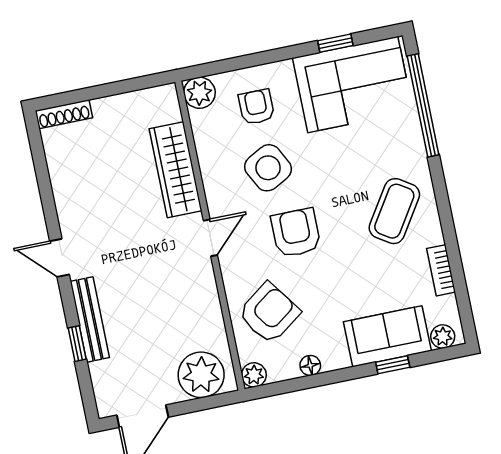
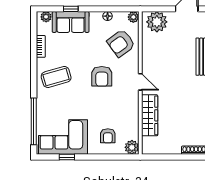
side table: (268, 168) -> (108, 108), removed
coffee table: (394, 211) -> (56, 77), turned 41
door: (210, 238) -> (140, 82), swing flipped

